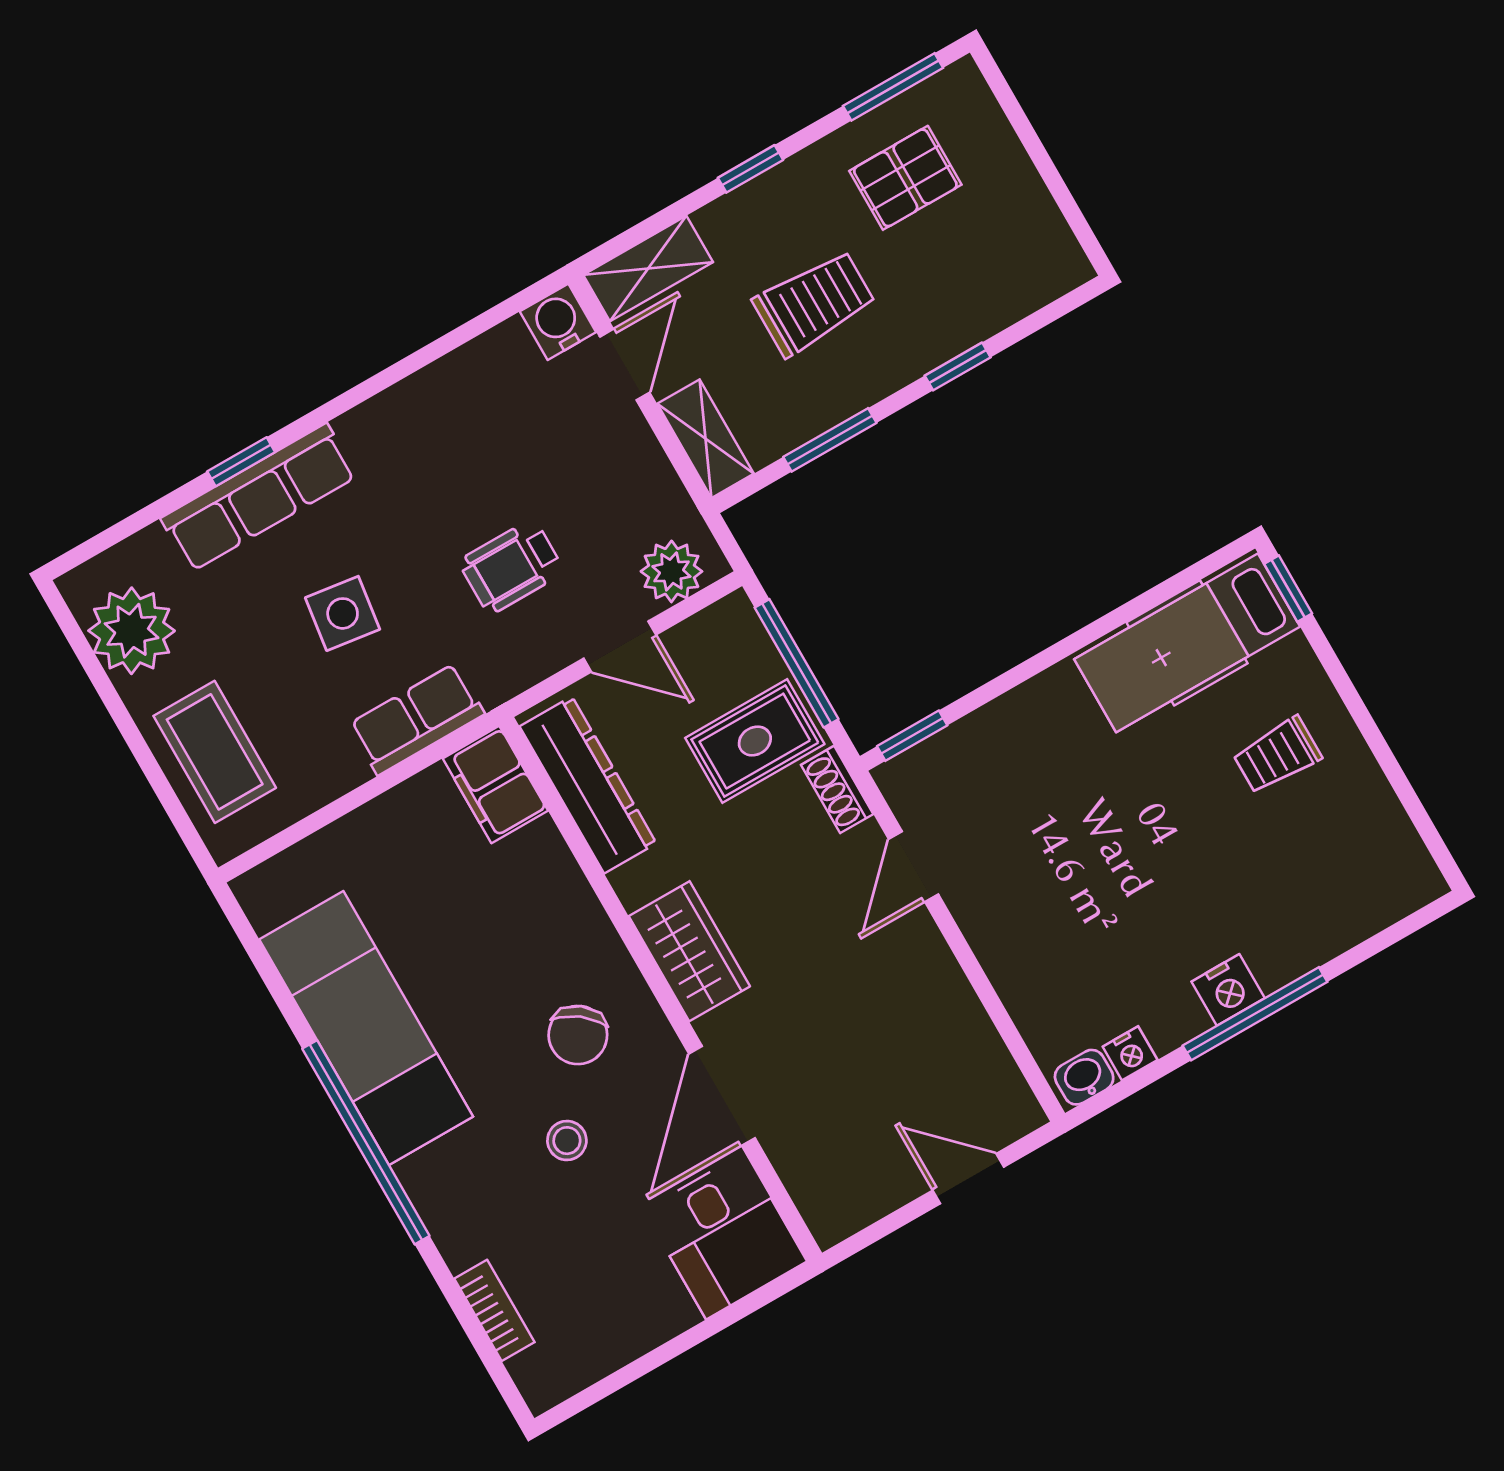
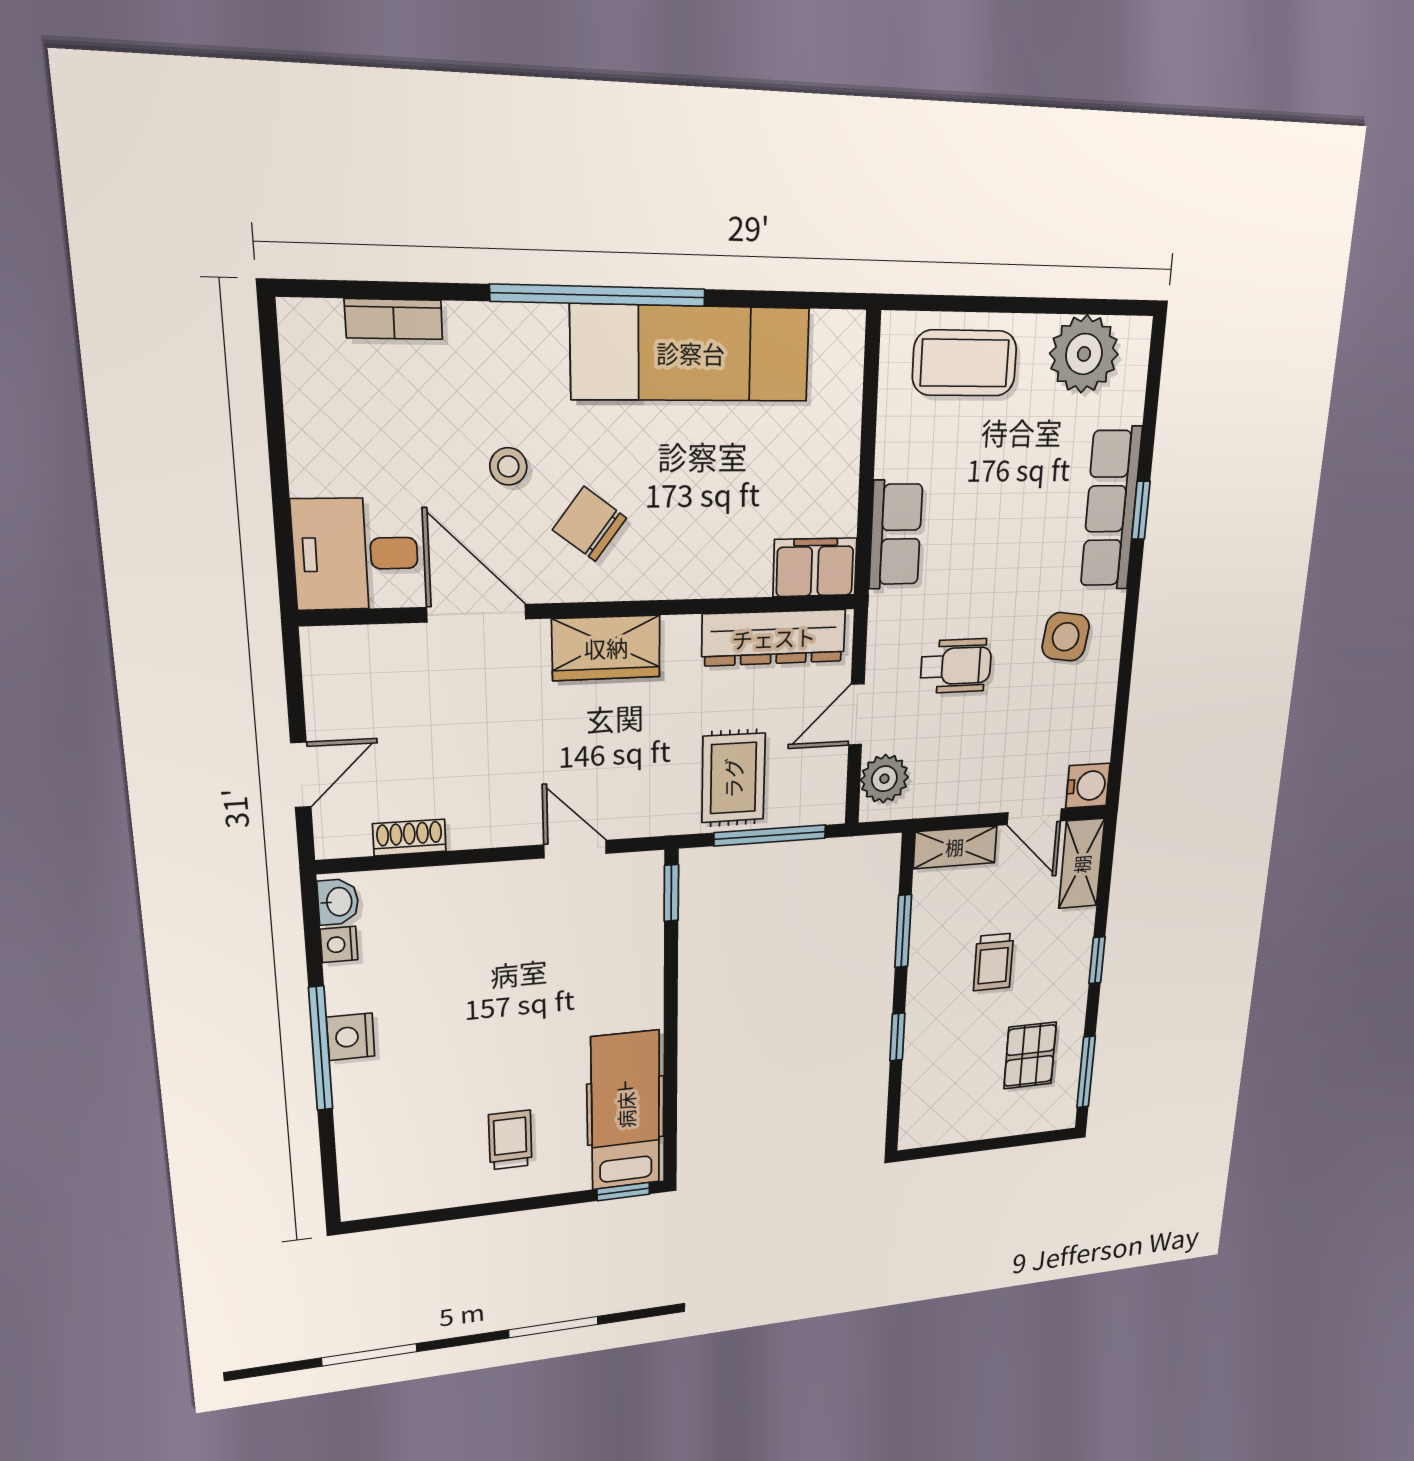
trolley: (814, 303) -> (993, 962), width x0.73, depth x0.72
wheelchair: (511, 567) -> (956, 666), turned 90
side table: (343, 613) -> (1066, 637), moved
shoe rack: (837, 789) -> (409, 838), moved

